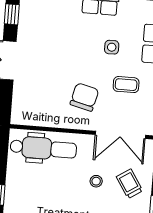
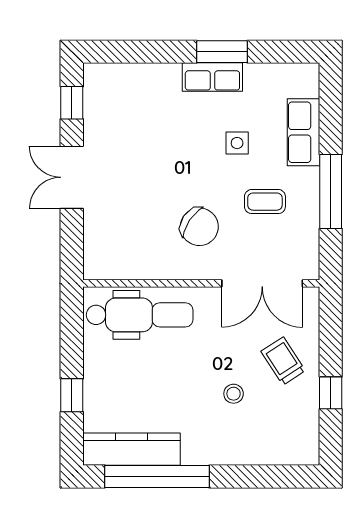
chair: (84, 97) -> (199, 227), turned 110
stool: (96, 181) -> (234, 394), moved

